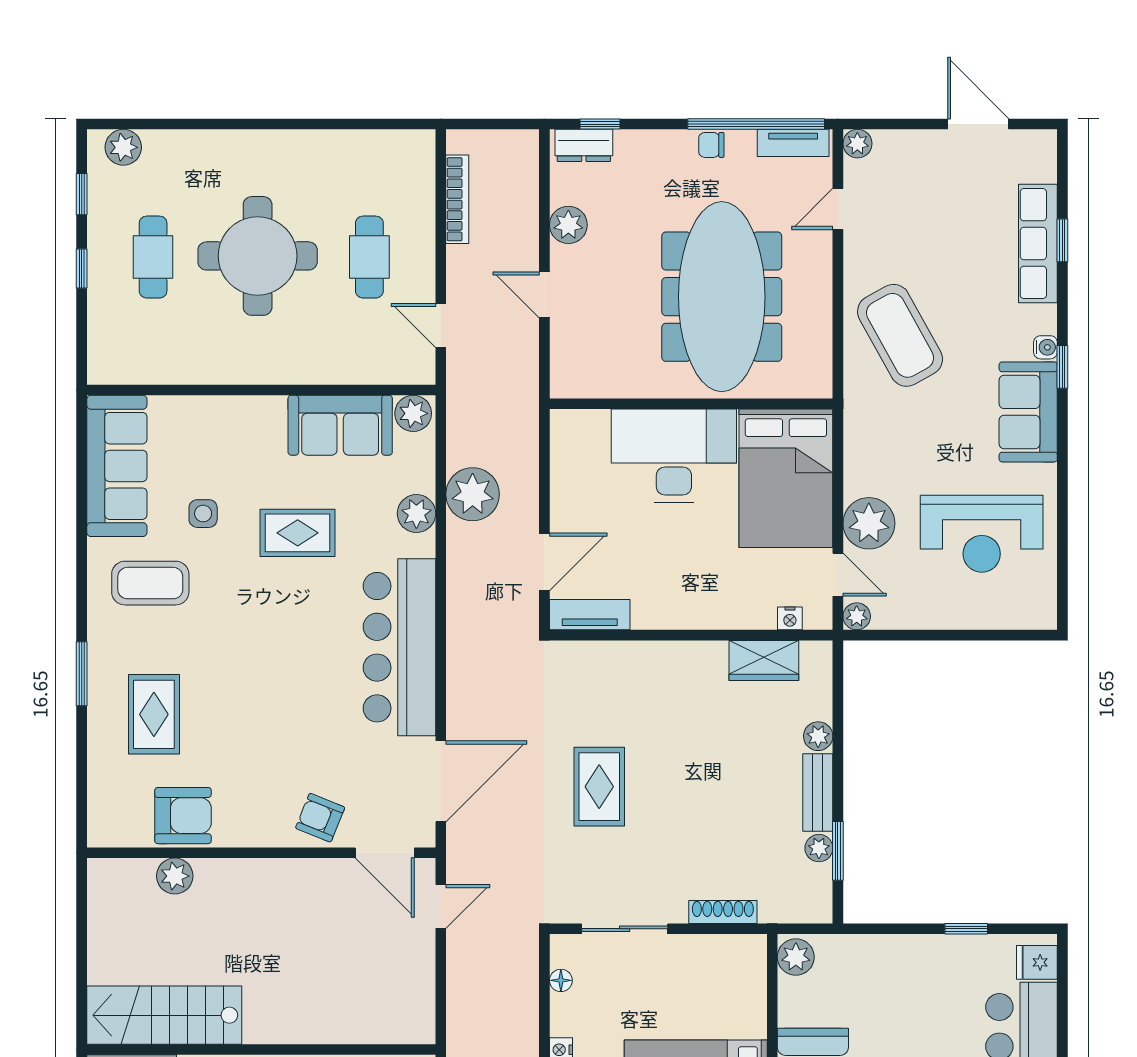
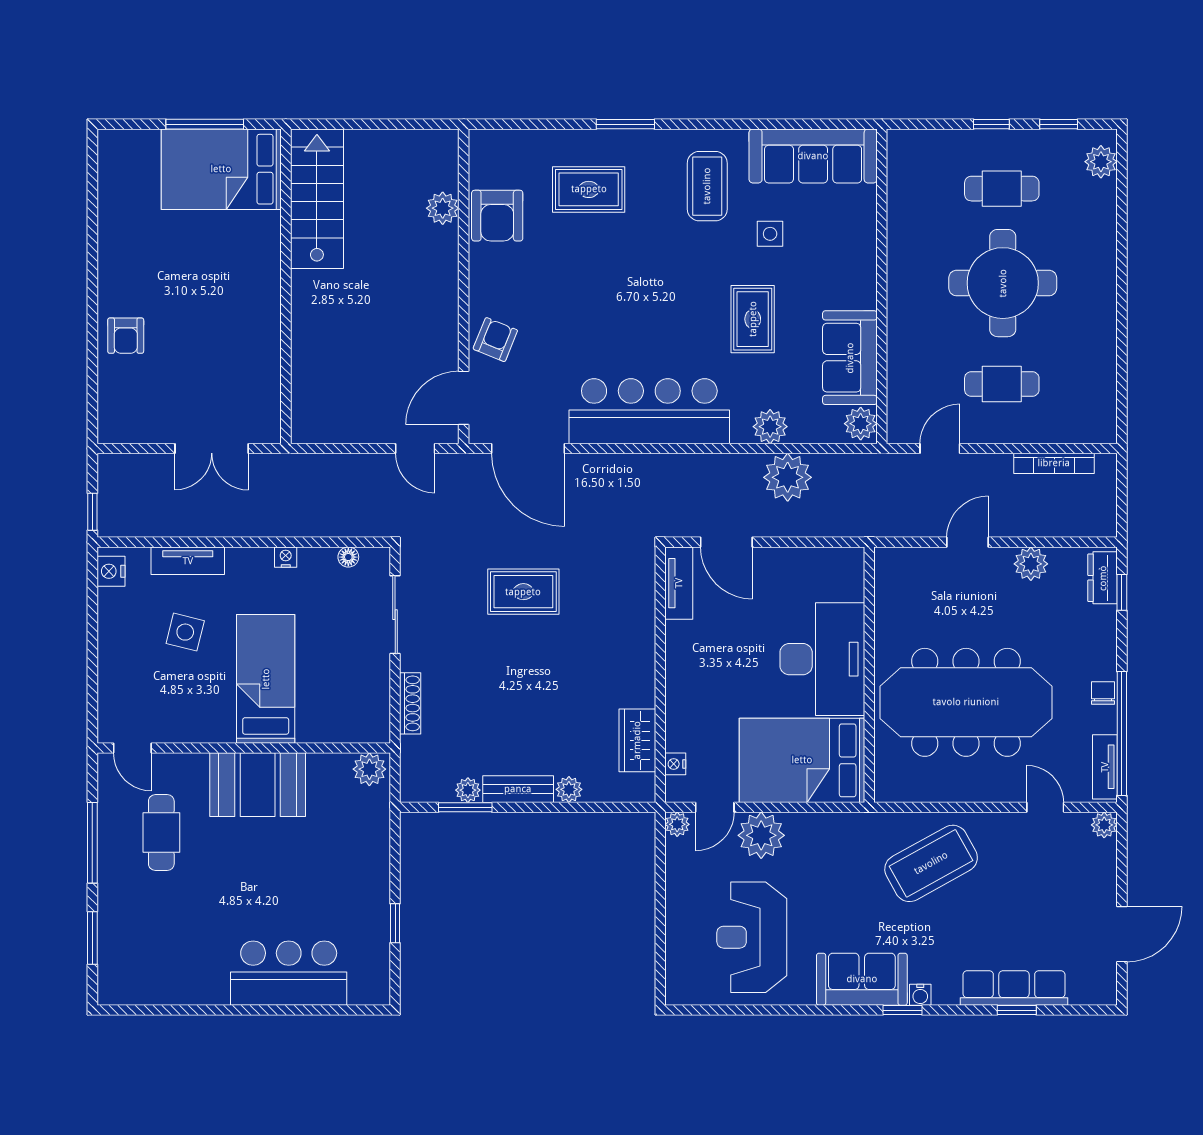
fridge: (1037, 962) -> (365, 987), removed

